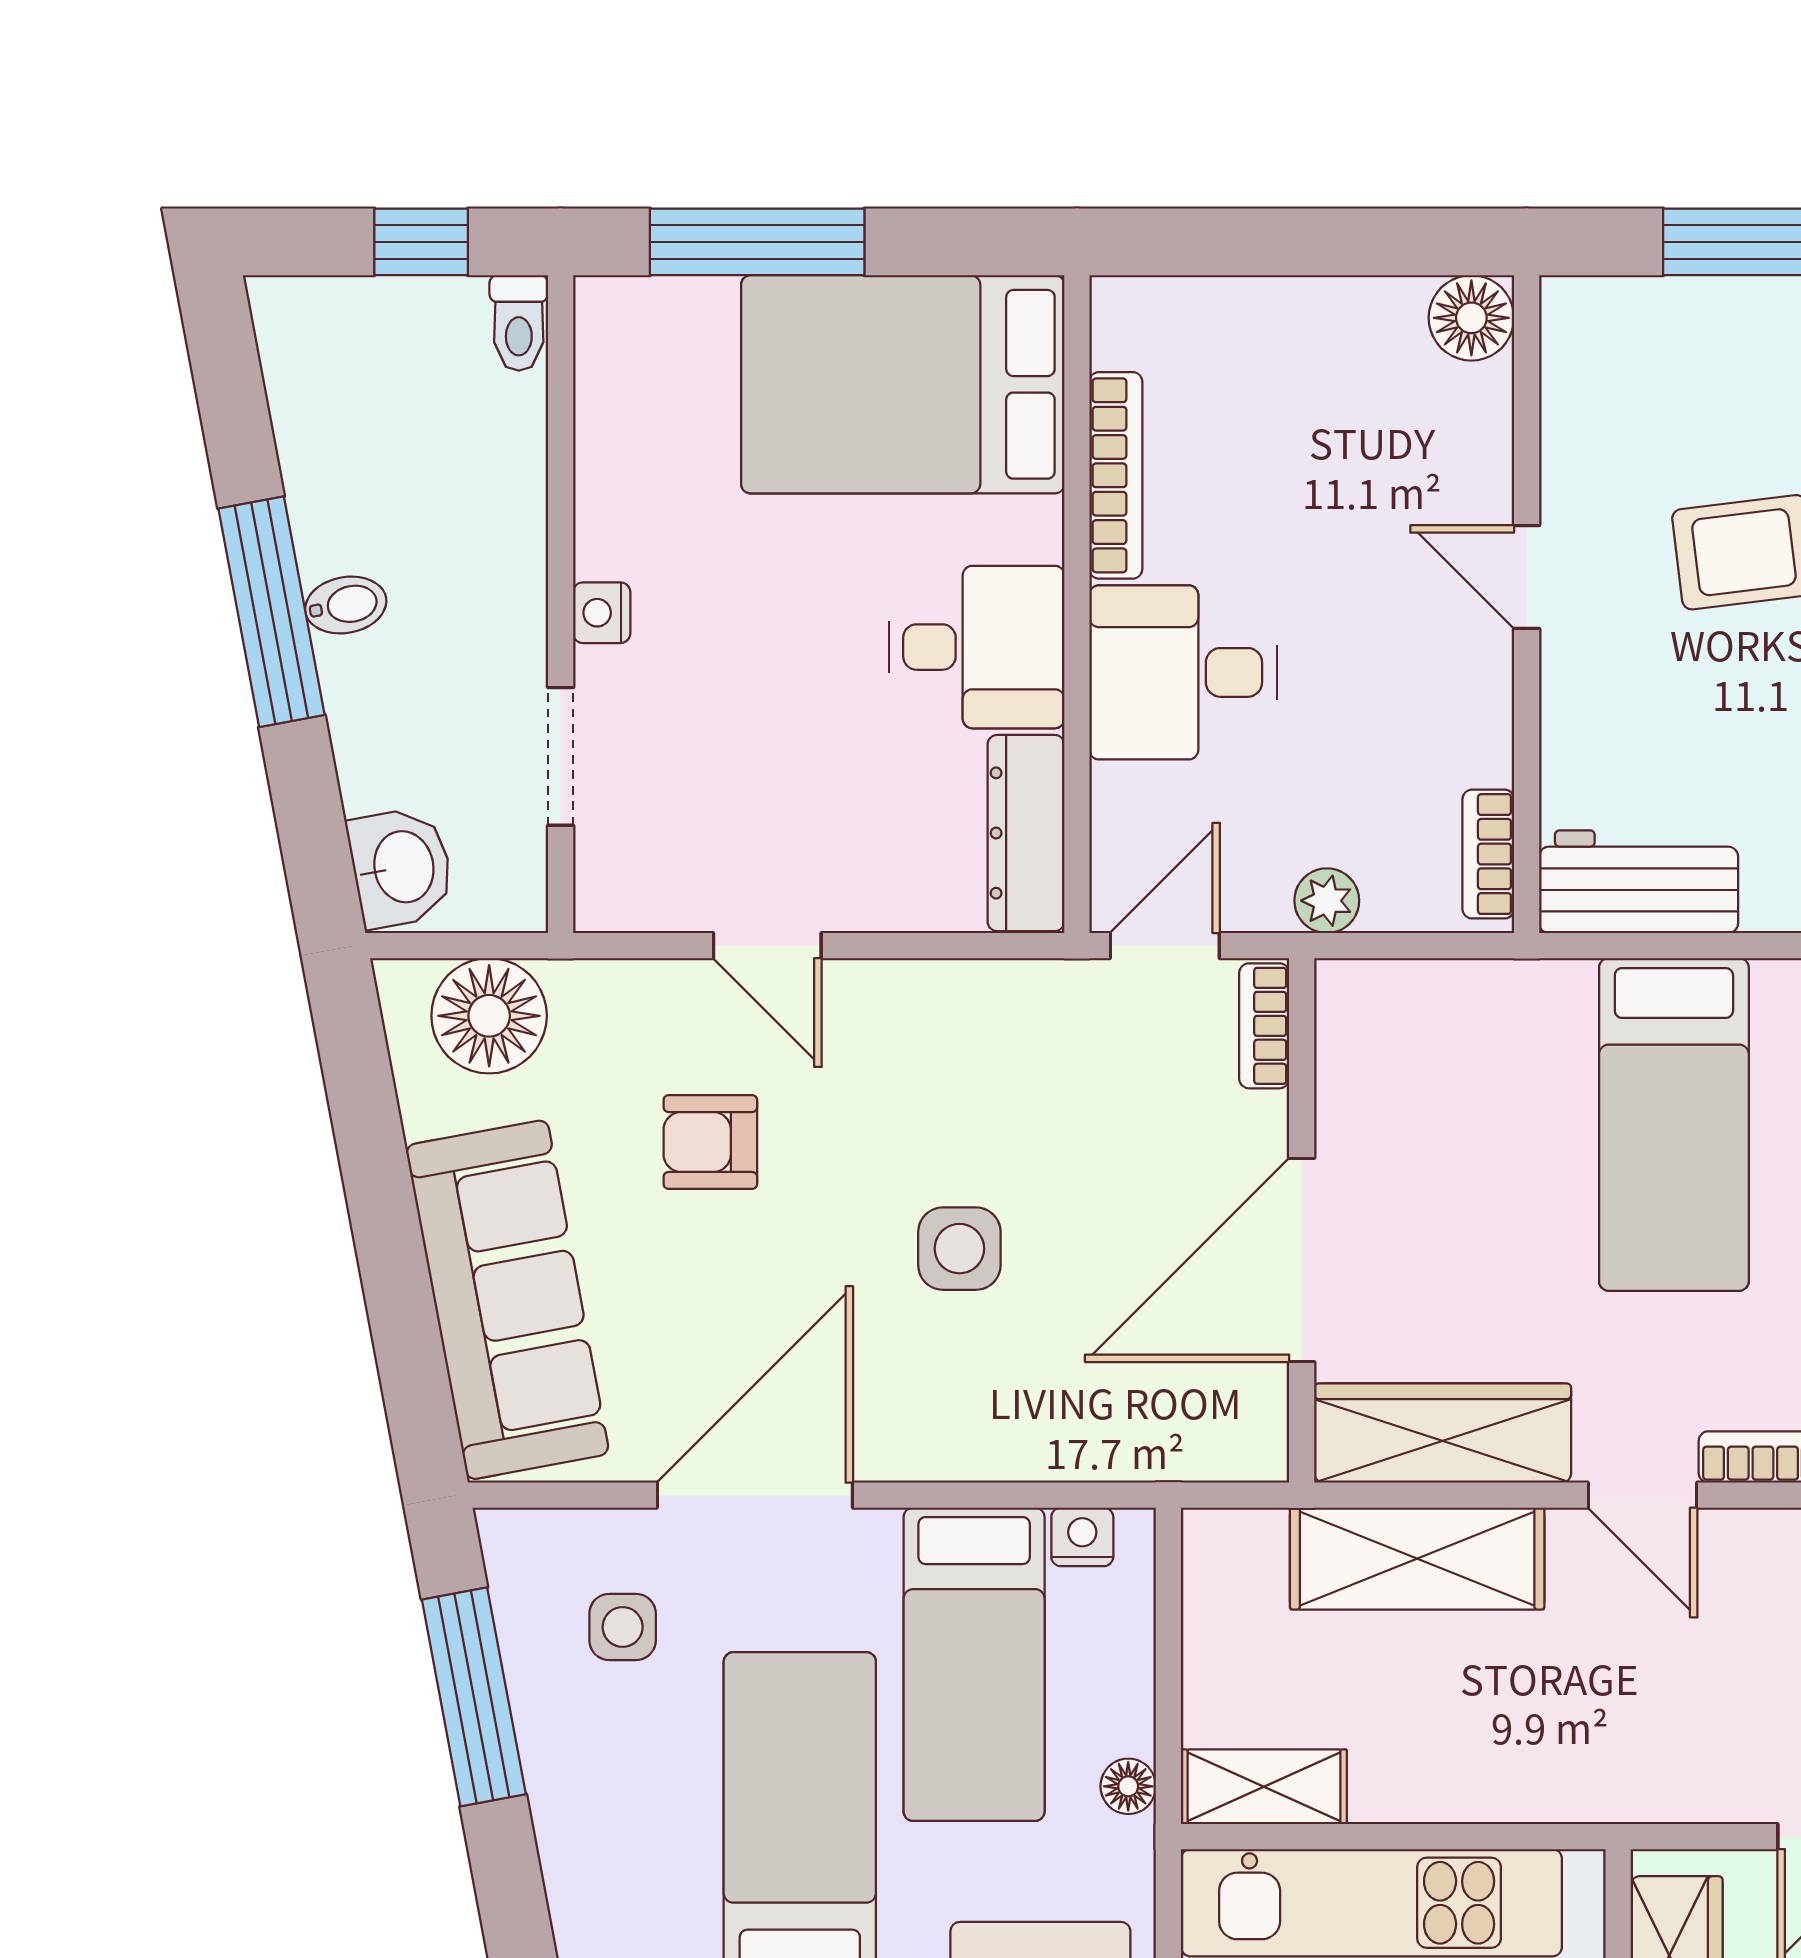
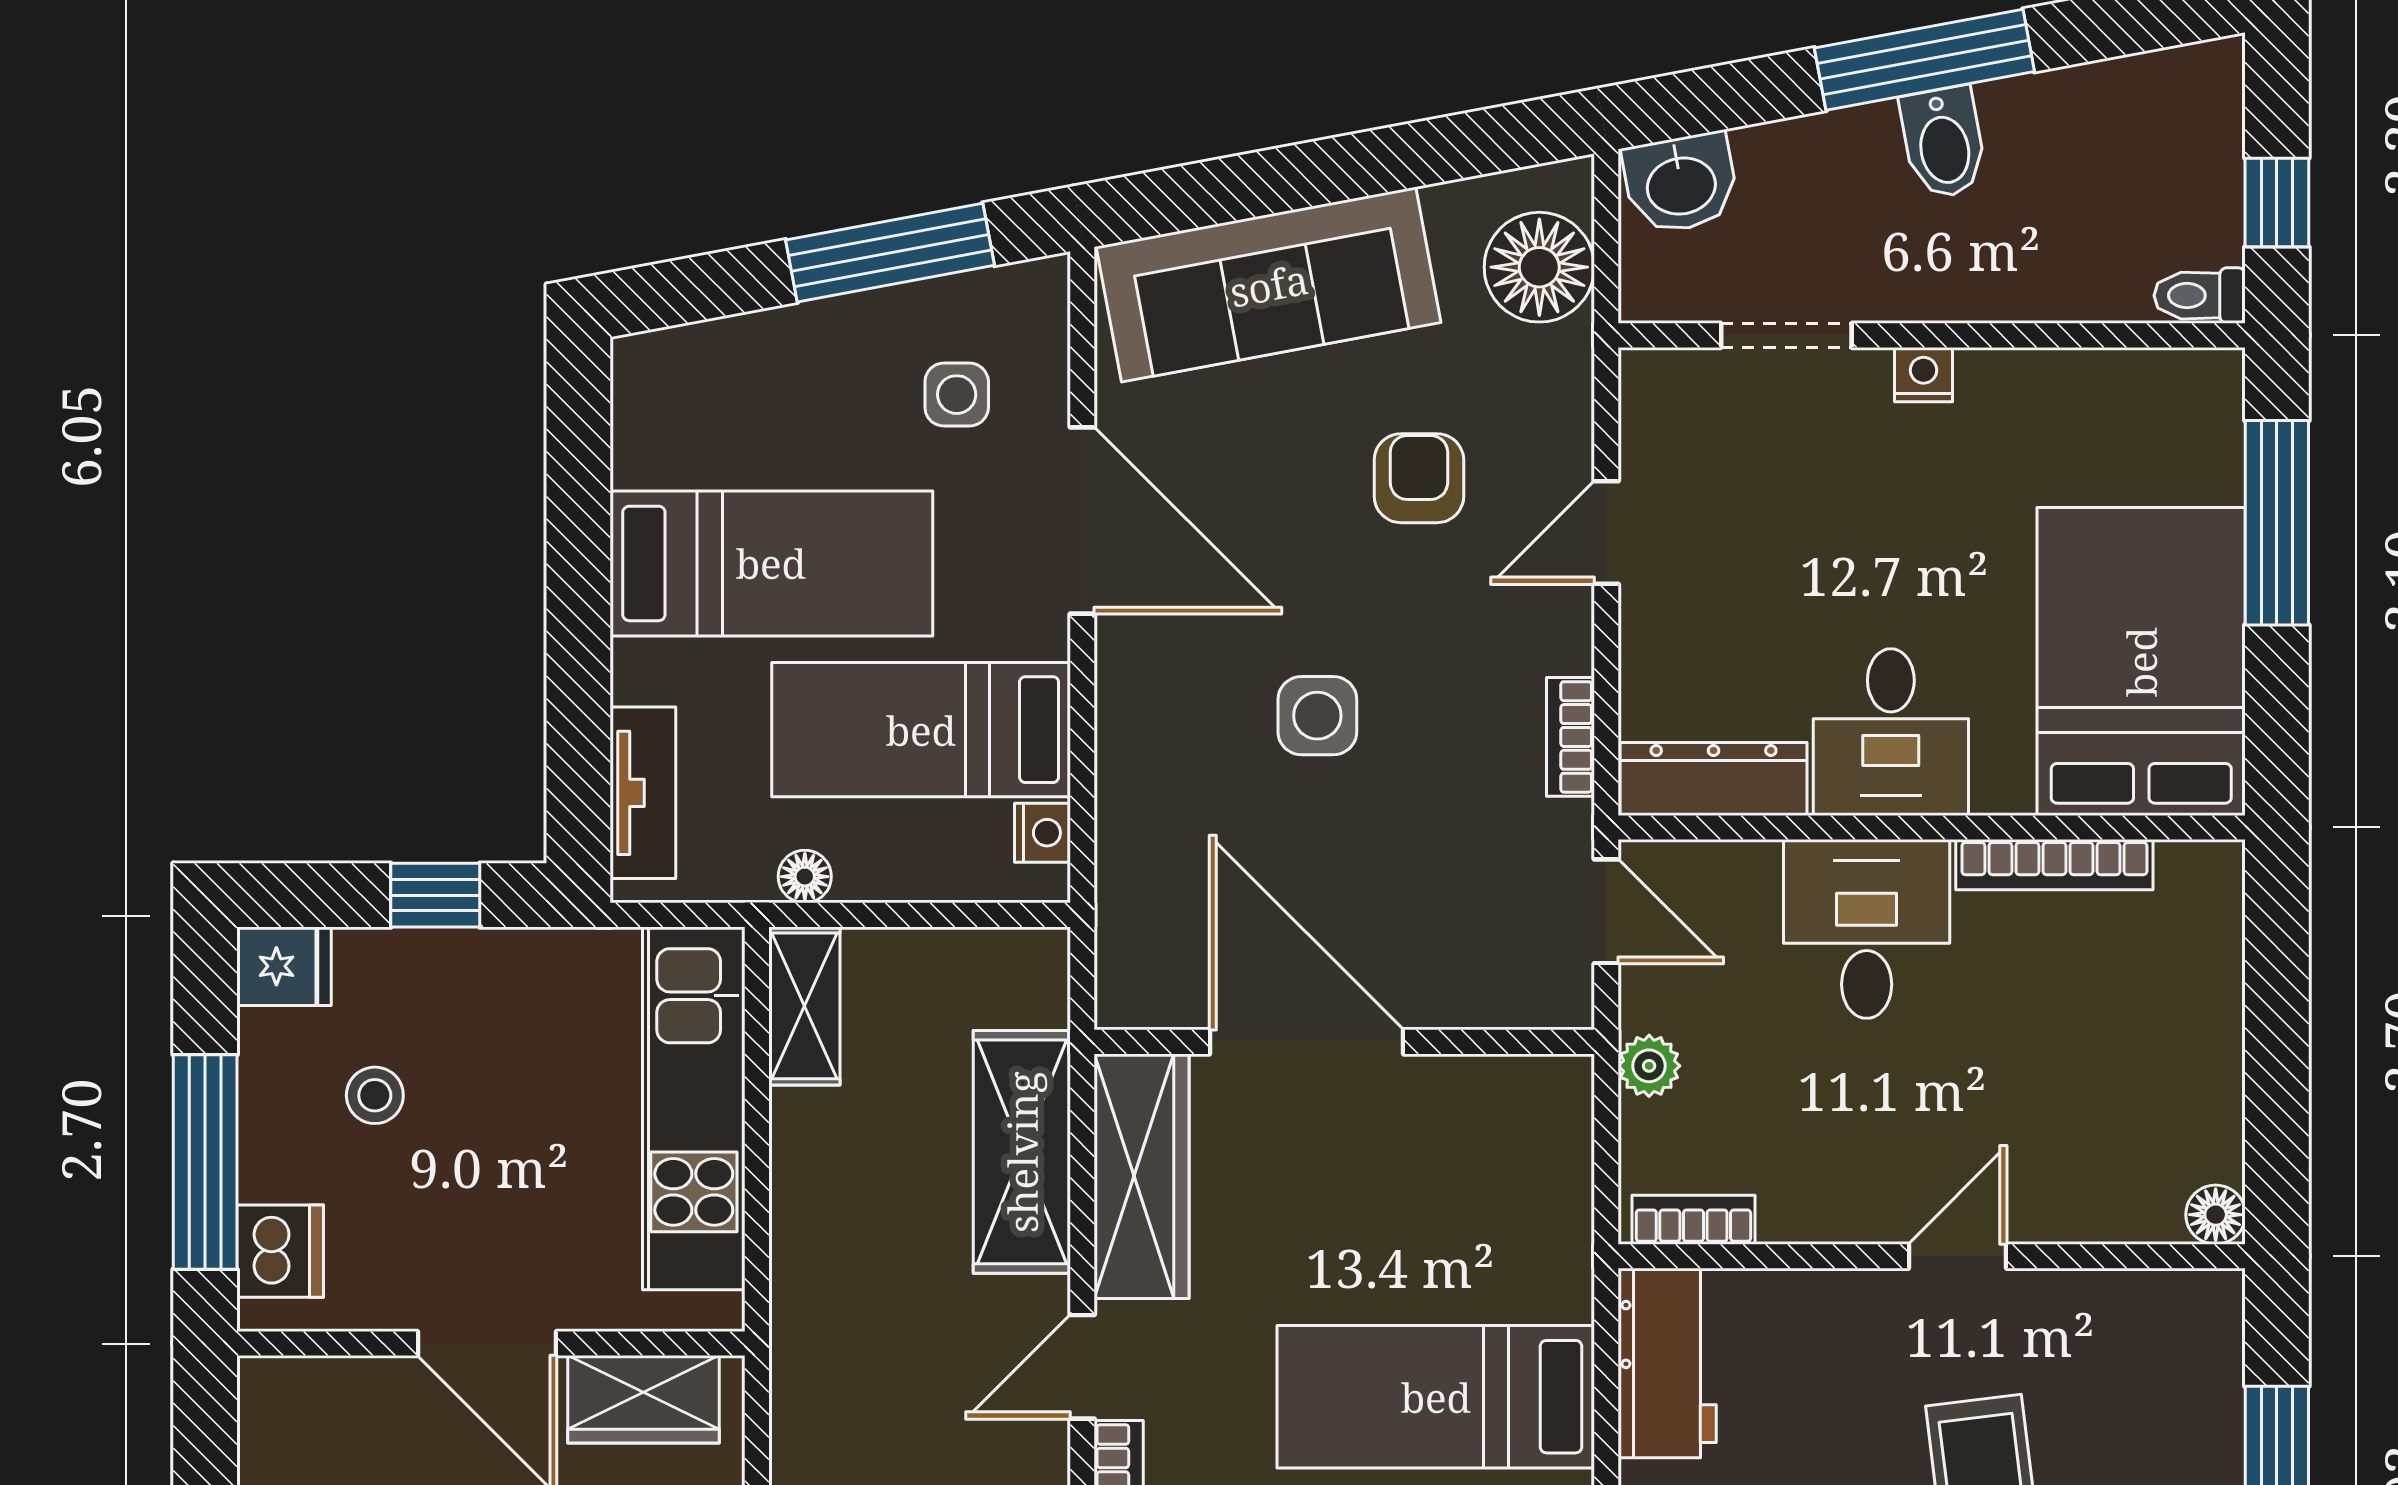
floor lamp: (1471, 318) -> (2216, 1215), width x0.73, depth x0.73
bidet: (346, 605) -> (1943, 143), width x1.38, depth x1.36
bookcase: (1264, 1026) -> (1571, 737), moved, turned -90

